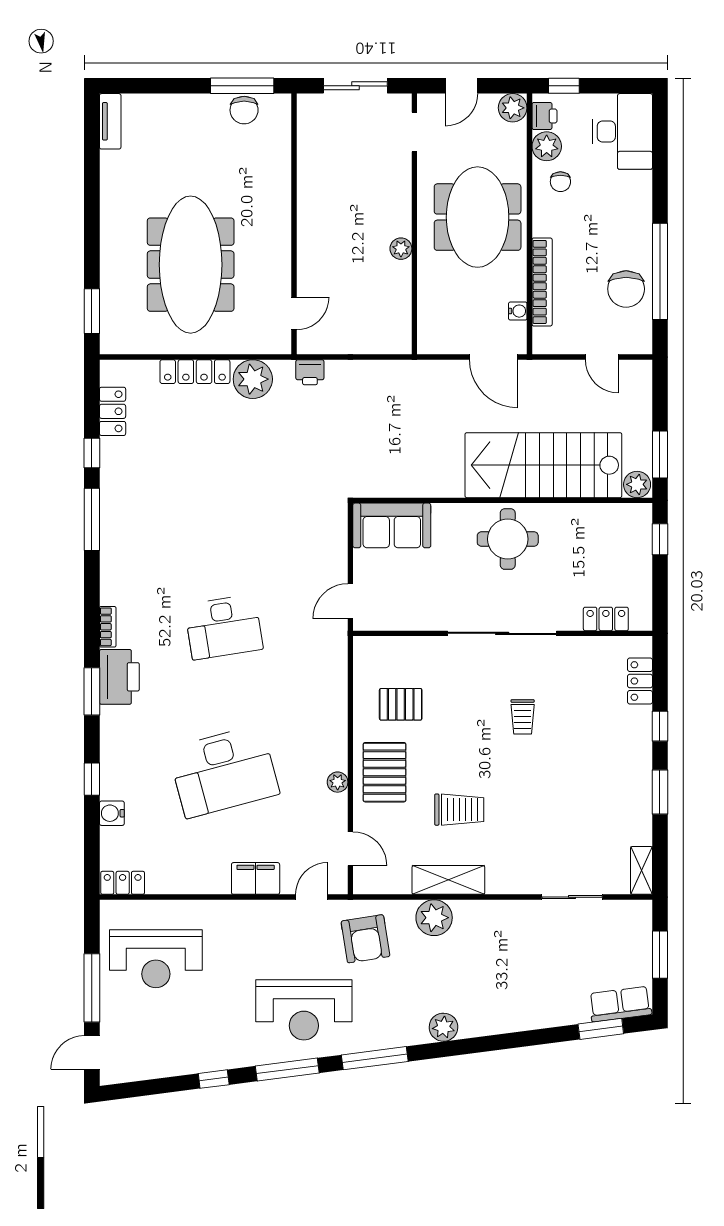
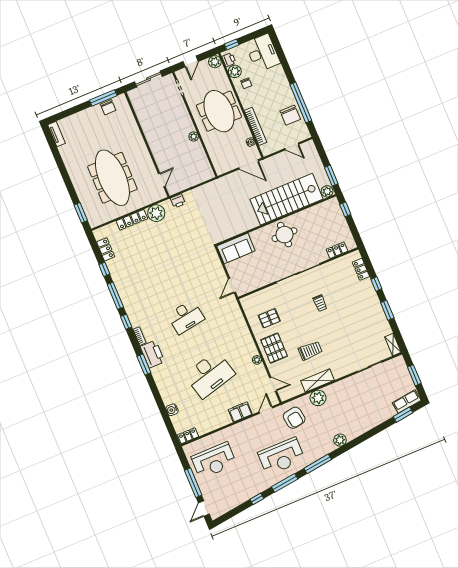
window: (92, 779) -> (126, 322), moved

